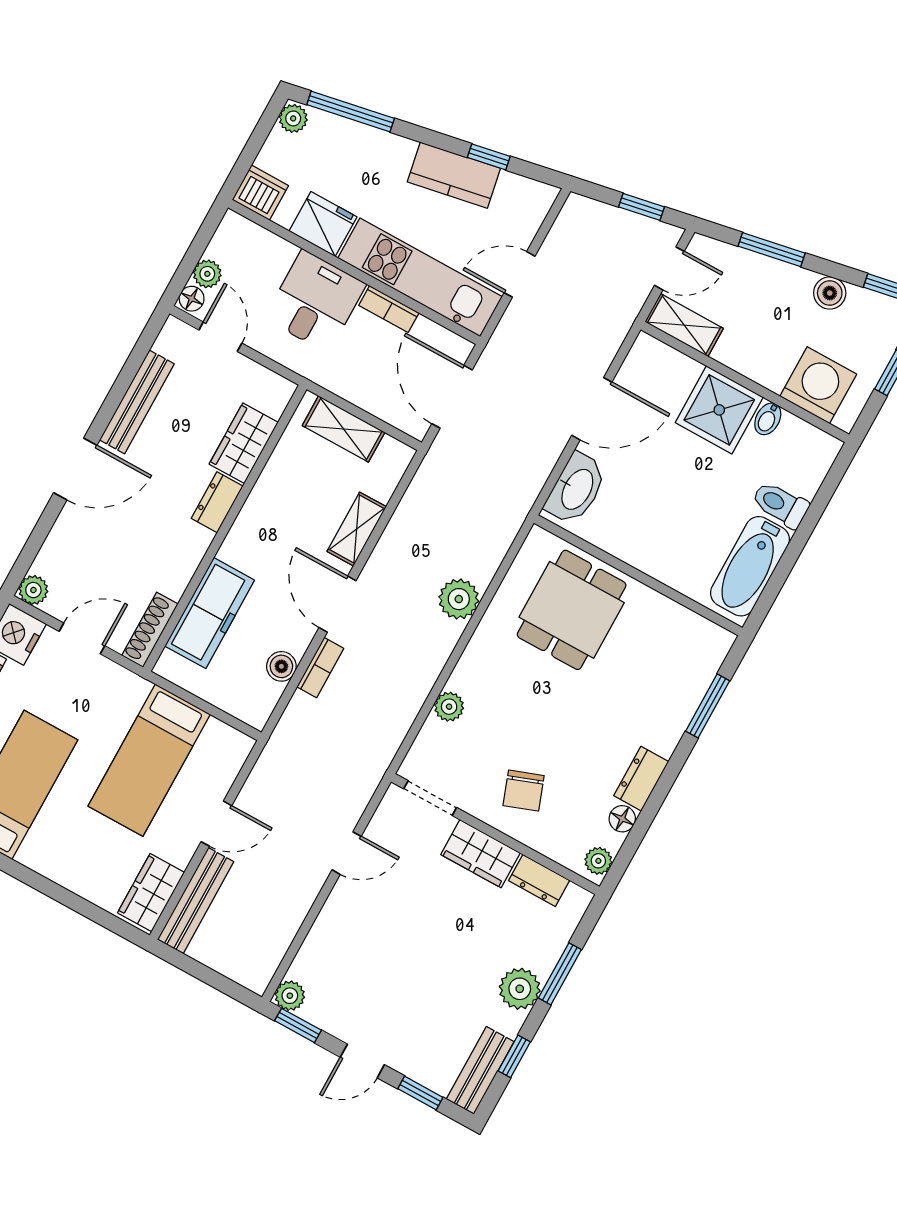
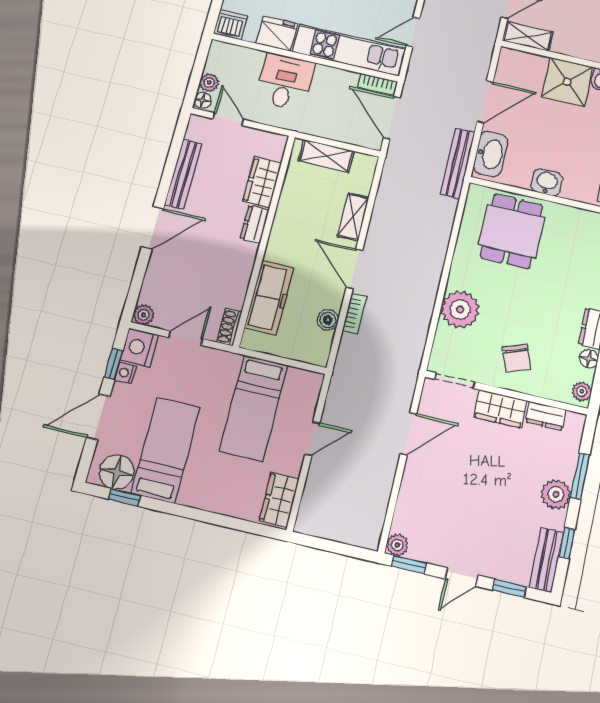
bookcase: (389, 309) -> (377, 84), moved
washbasin: (643, 552) -> (547, 182), added
plant: (459, 599) -> (435, 244), removed
shoe rack: (150, 630) -> (229, 327), width x0.70
plant: (449, 707) -> (460, 309), width x1.88, depth x1.88
door: (347, 853) -> (408, 434), width x1.38
bench: (196, 901) -> (457, 163), moved

